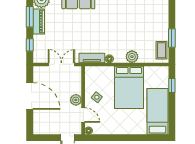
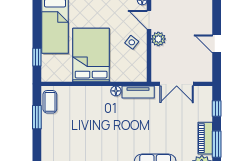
plant: (132, 57) -> (87, 94), removed
door: (30, 96) -> (217, 44), width x0.53

